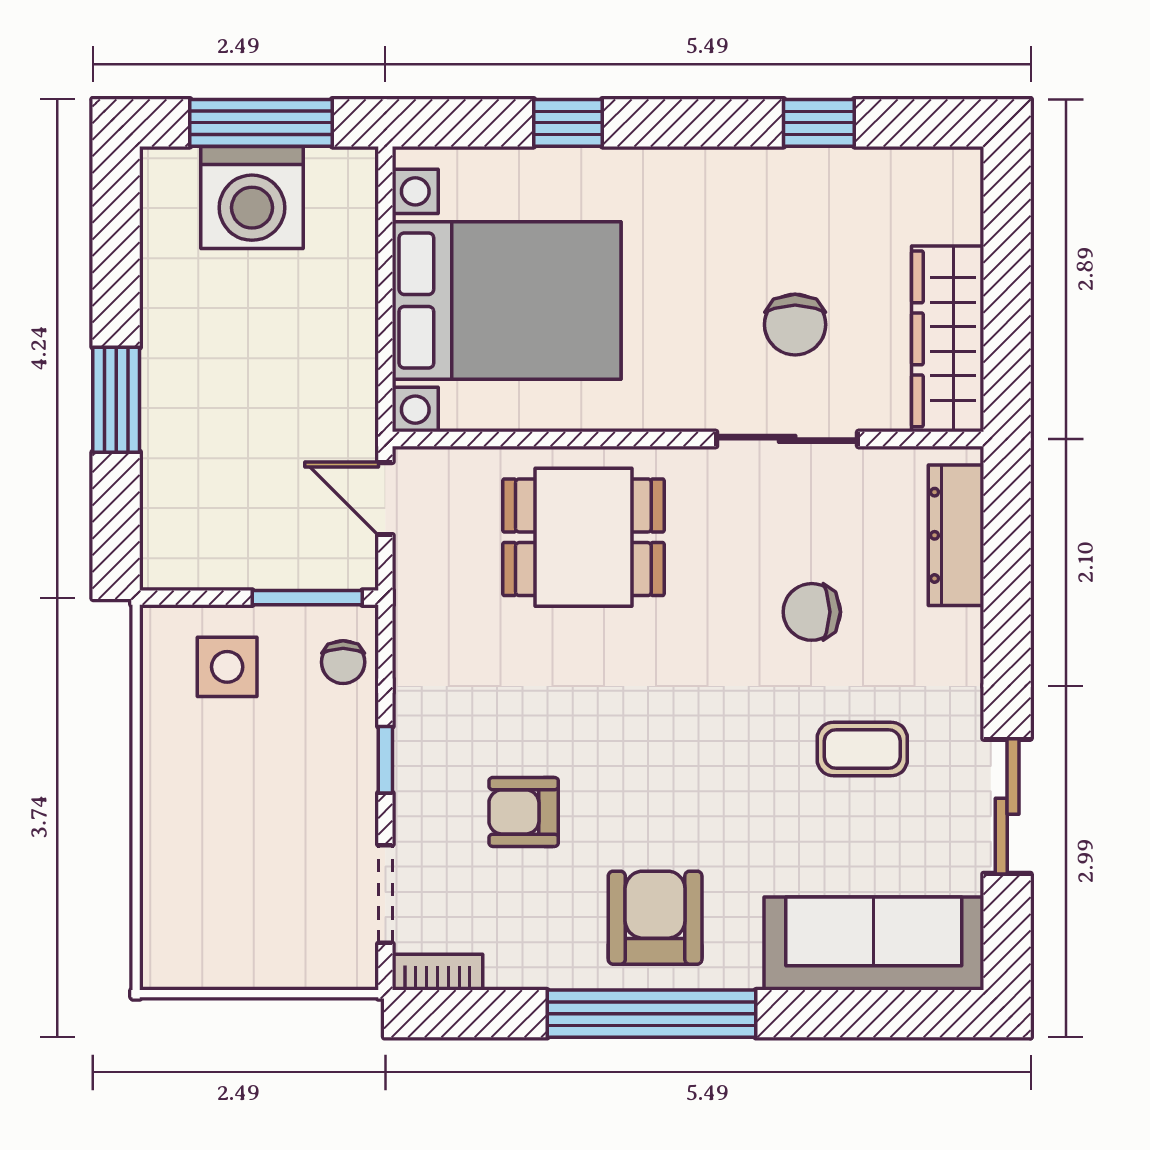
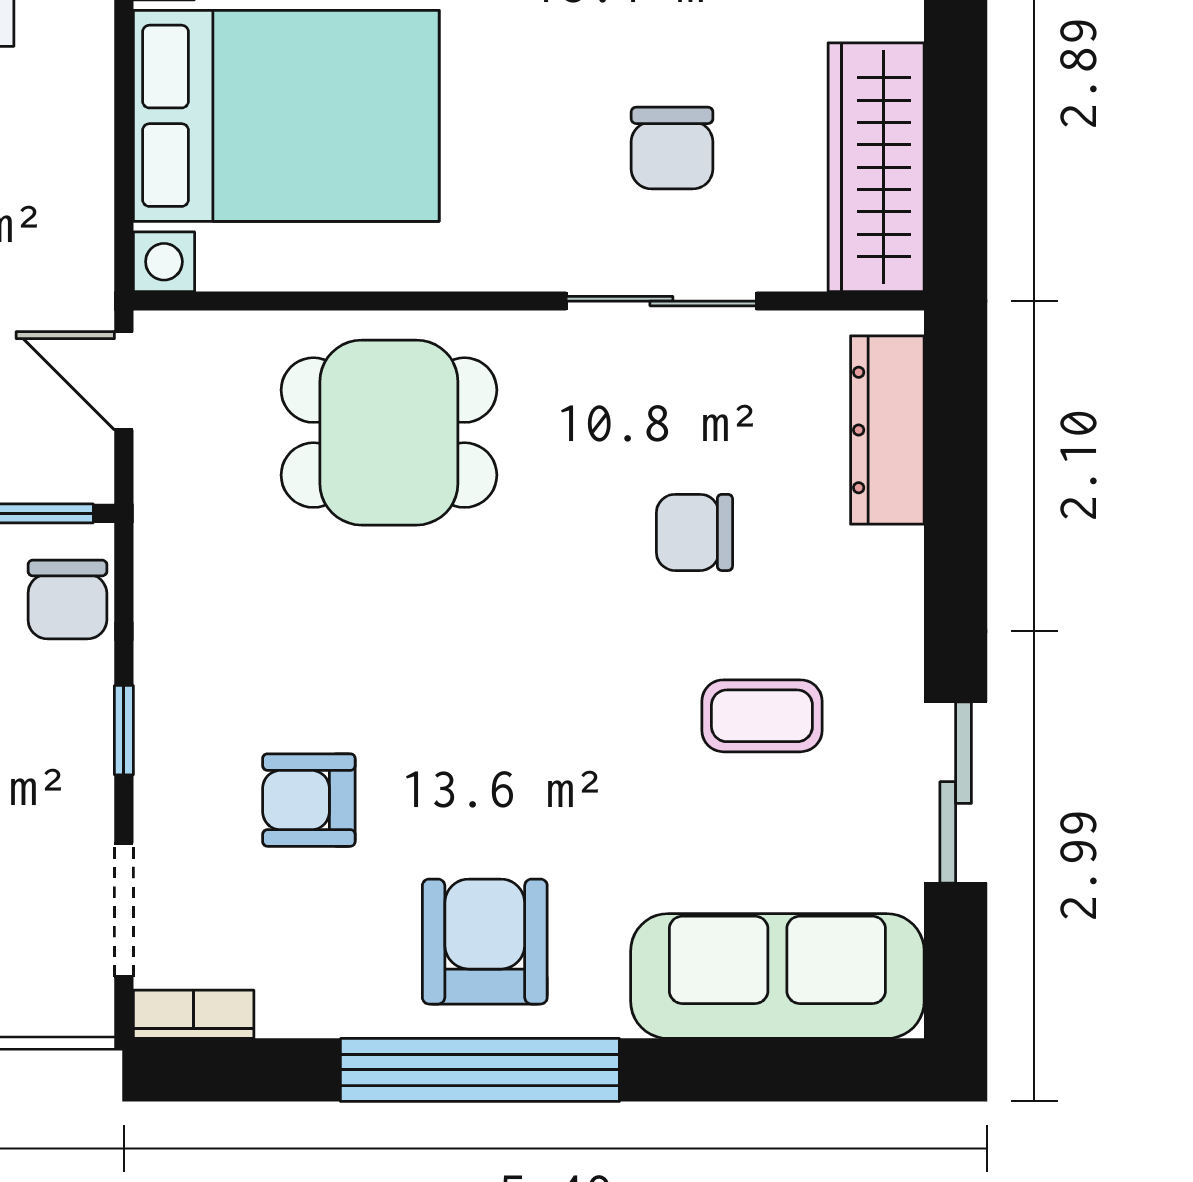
chair: (343, 662) -> (67, 599), width x1.37, depth x1.37

